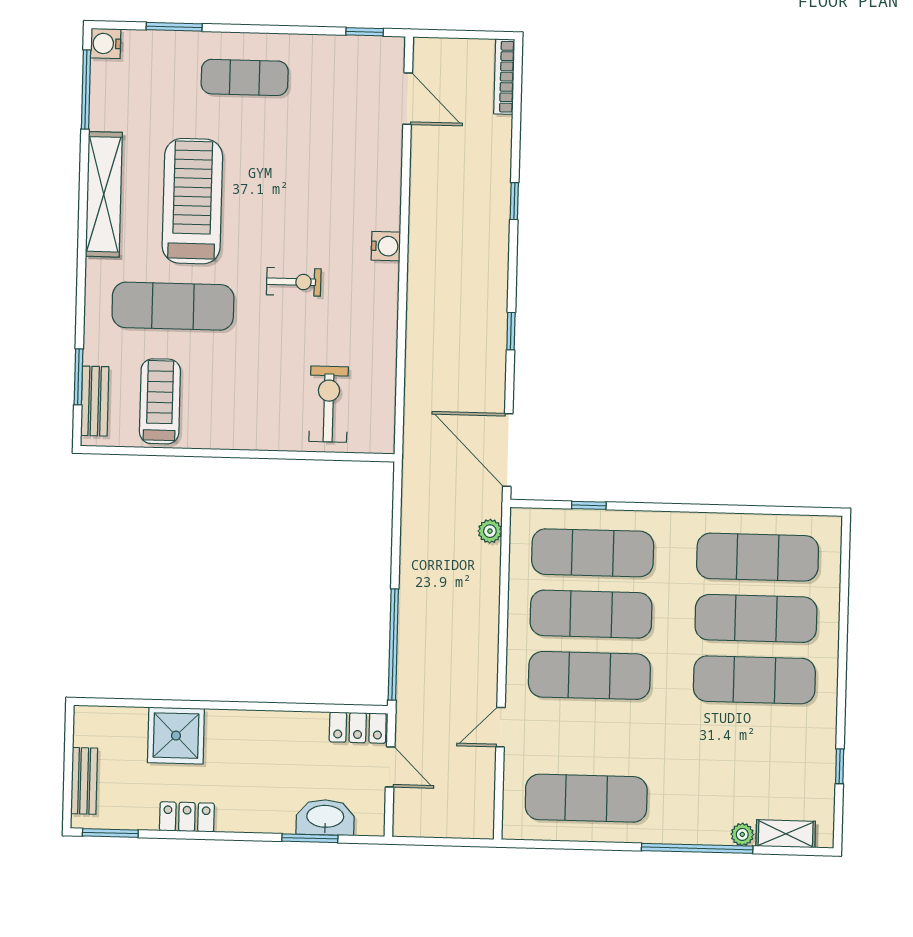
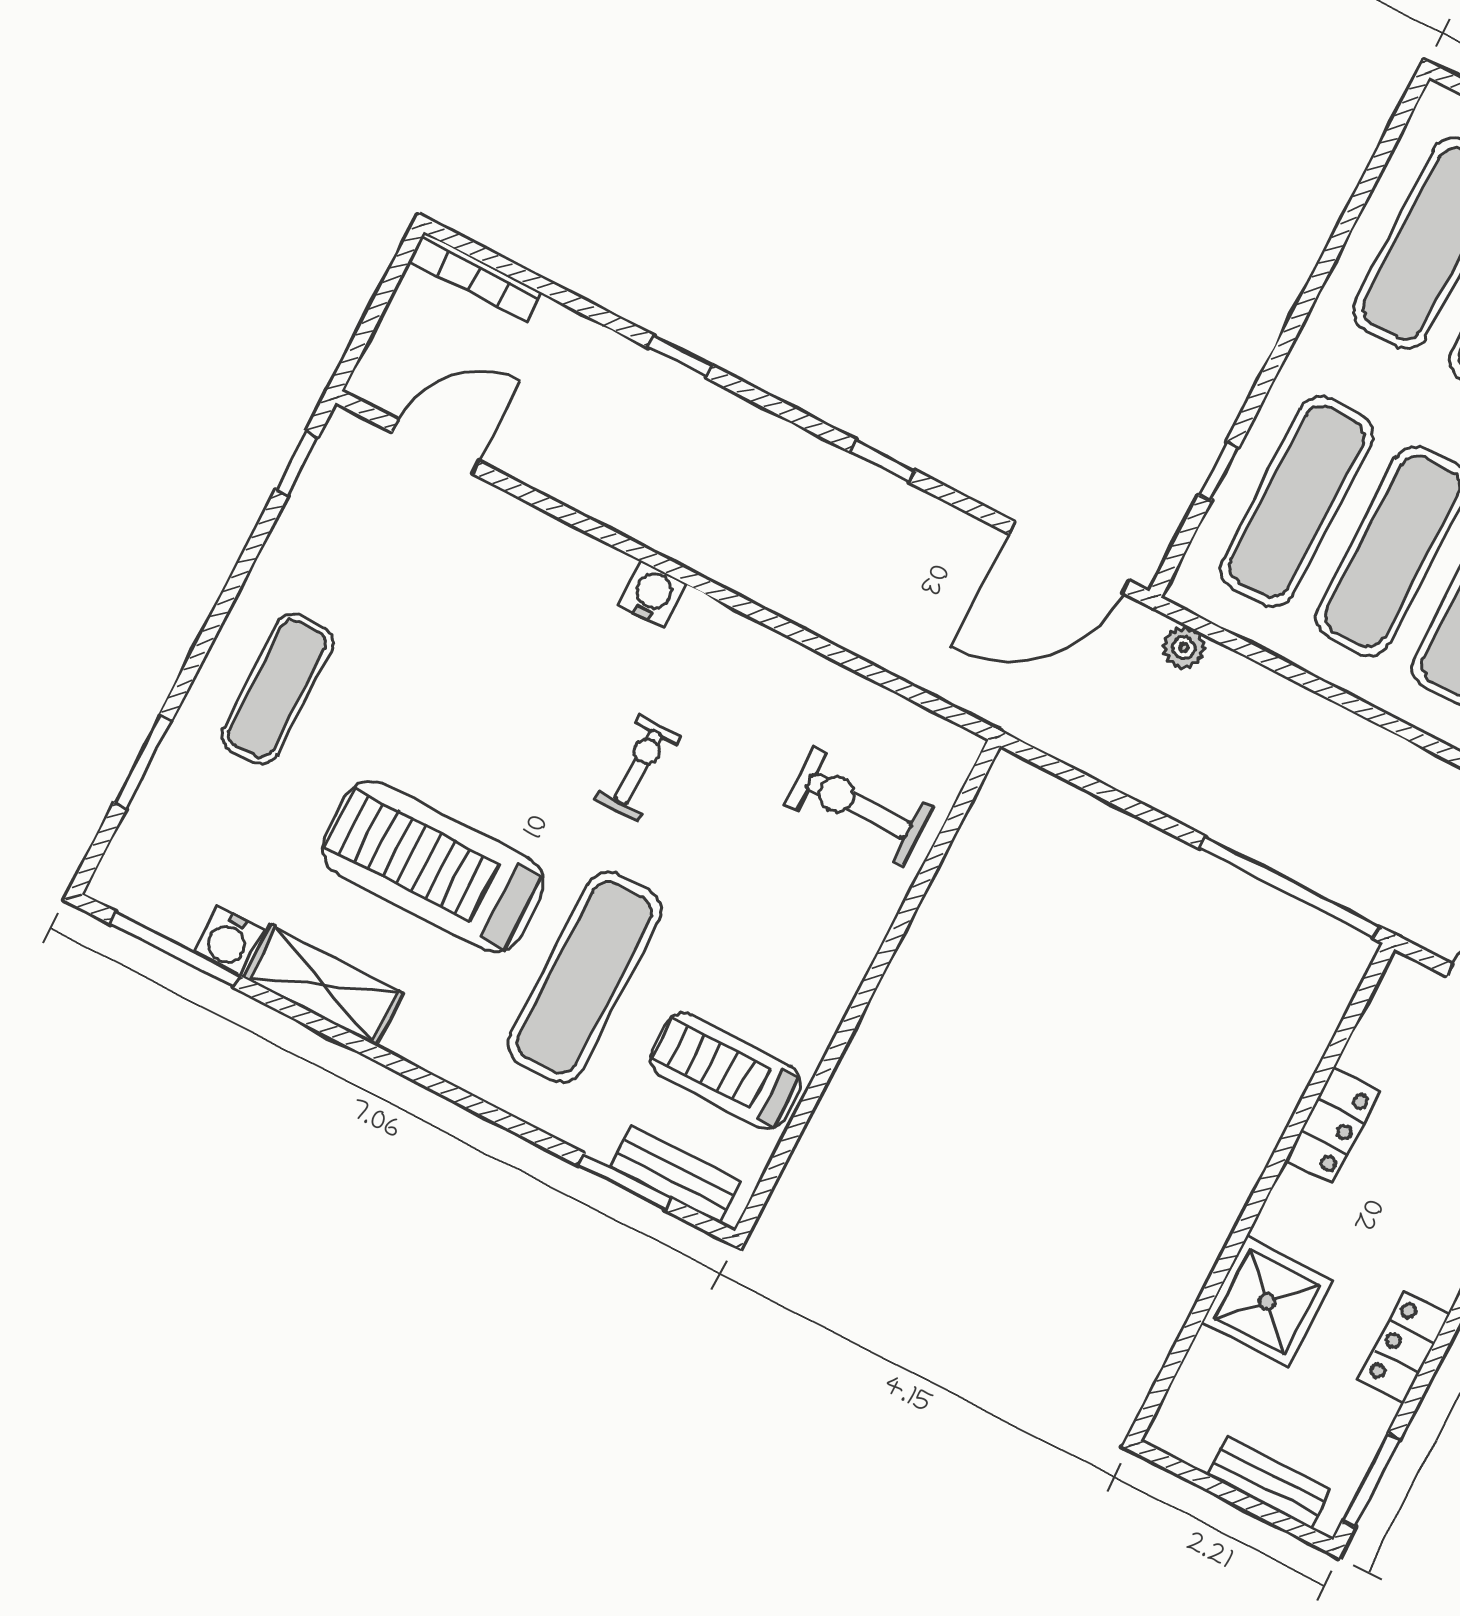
water cooler: (106, 44) -> (228, 940), moved
shelving: (104, 194) -> (323, 985), width x0.68
locker: (358, 728) -> (1333, 1126), moved

